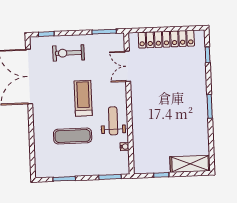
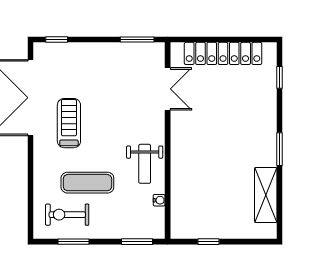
exercise bike: (69, 53) -> (67, 215), moved
double door: (127, 66) -> (168, 89), swing flipped
treadmill: (83, 98) -> (69, 123), moved
weight bench: (113, 121) -> (145, 164), turned 180
shelving: (190, 164) -> (266, 195), moved, turned 90

